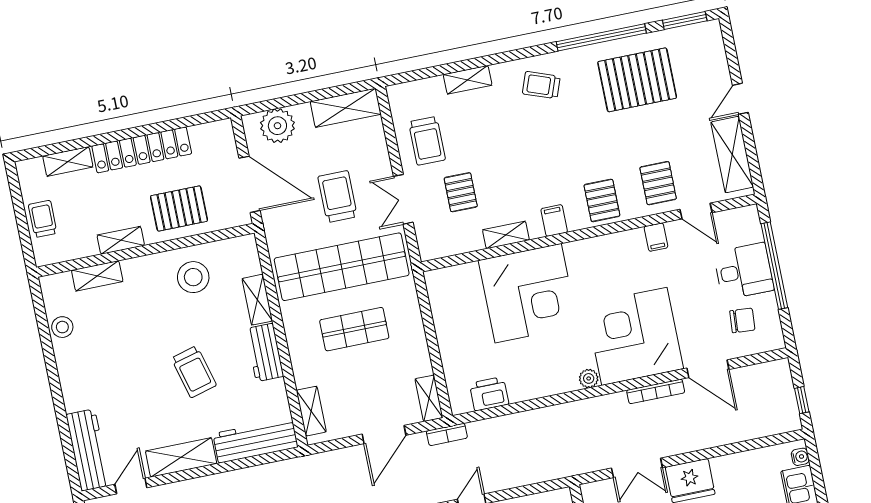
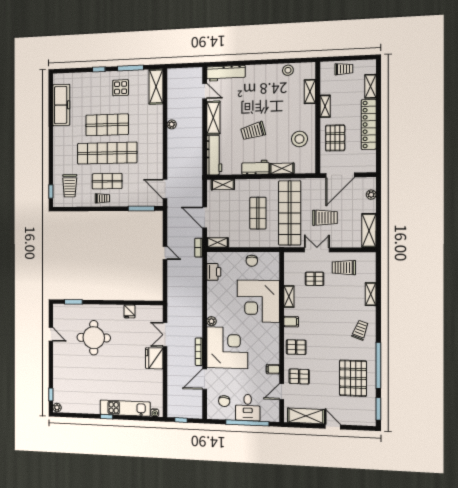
plant: (277, 126) -> (371, 195), width x0.53, depth x0.53
chair: (451, 322) -> (252, 261), added

